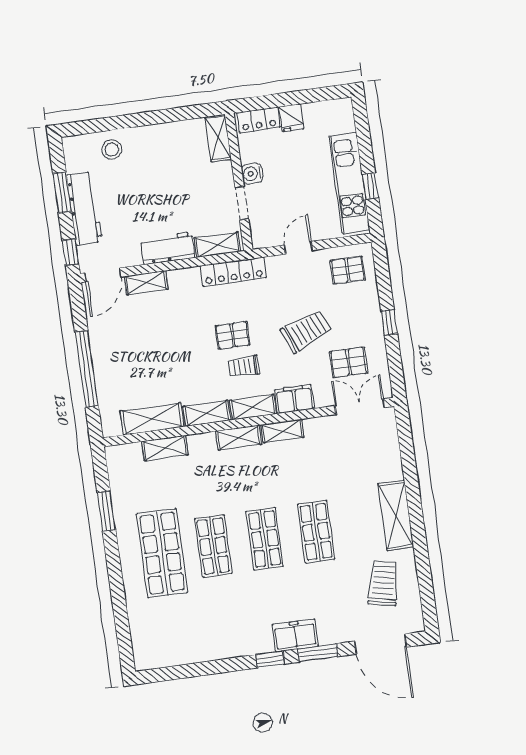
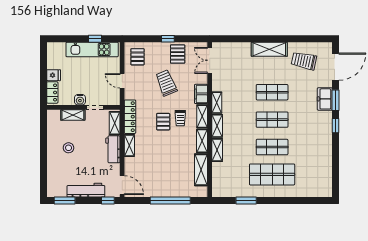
shelving: (218, 138) -> (73, 115), moved
stool: (112, 149) -> (69, 148), moved
window: (62, 192) -> (65, 201), moved
shelving: (146, 283) -> (129, 146), moved
pallet: (349, 362) -> (178, 54), moved
shelving: (165, 448) -> (217, 150), moved
freezer: (295, 635) -> (325, 99), moved

